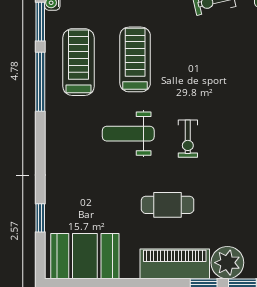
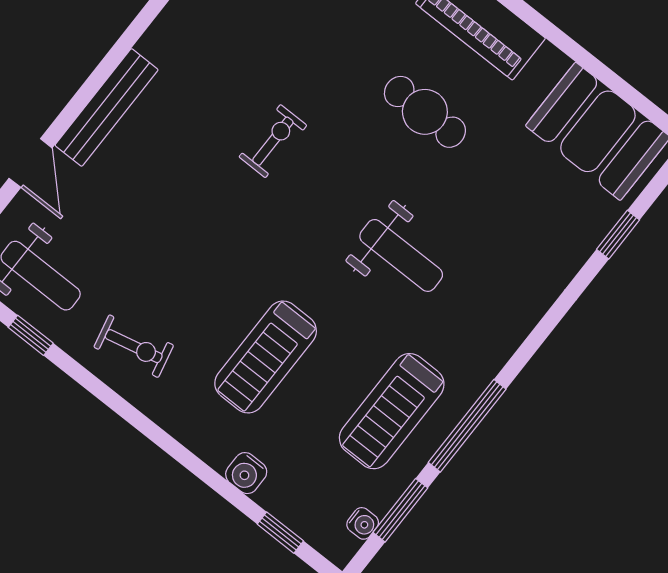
treadmill: (135, 59) -> (266, 357), moved
exercise bike: (188, 139) -> (273, 141), moved

